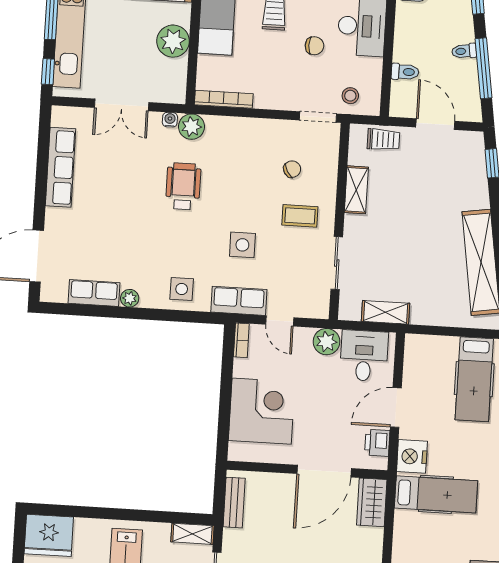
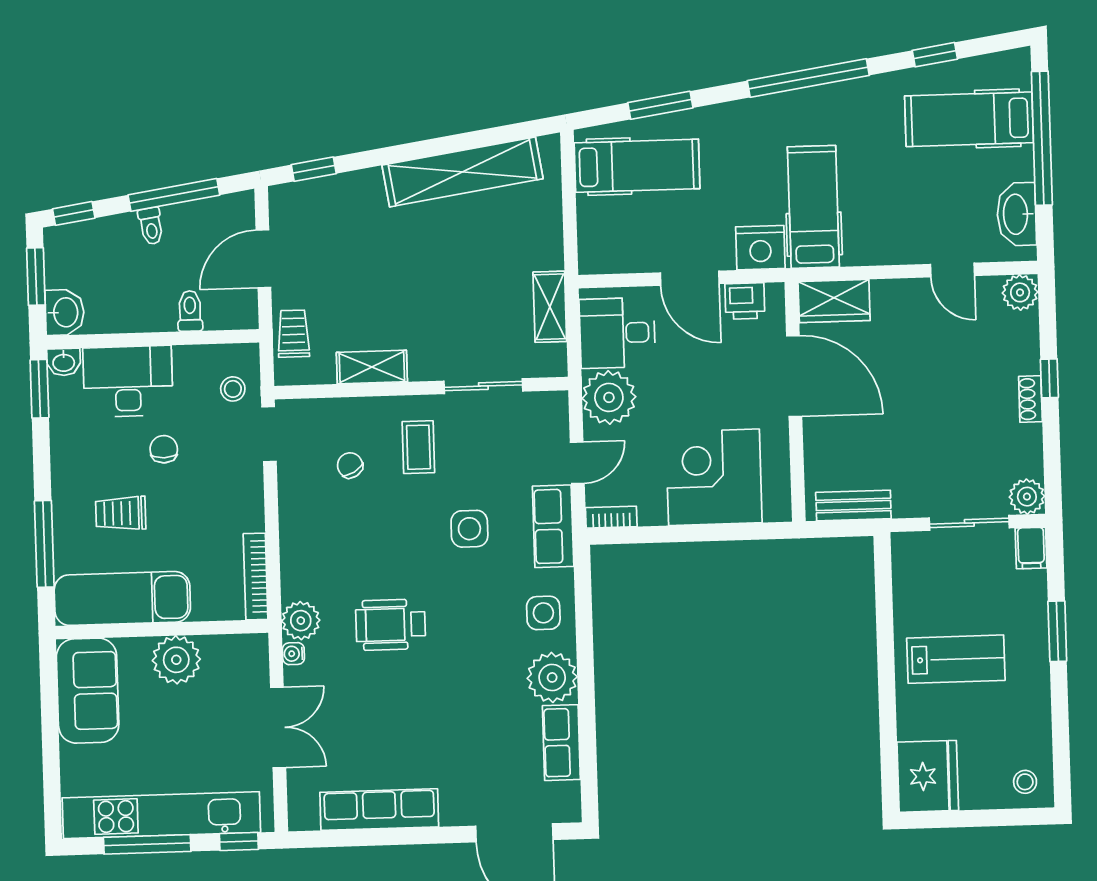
plant: (130, 298) -> (552, 677), width x1.87, depth x1.87
plant: (326, 342) -> (609, 397), width x1.36, depth x1.36
shelving: (192, 534) -> (905, 563), removed

